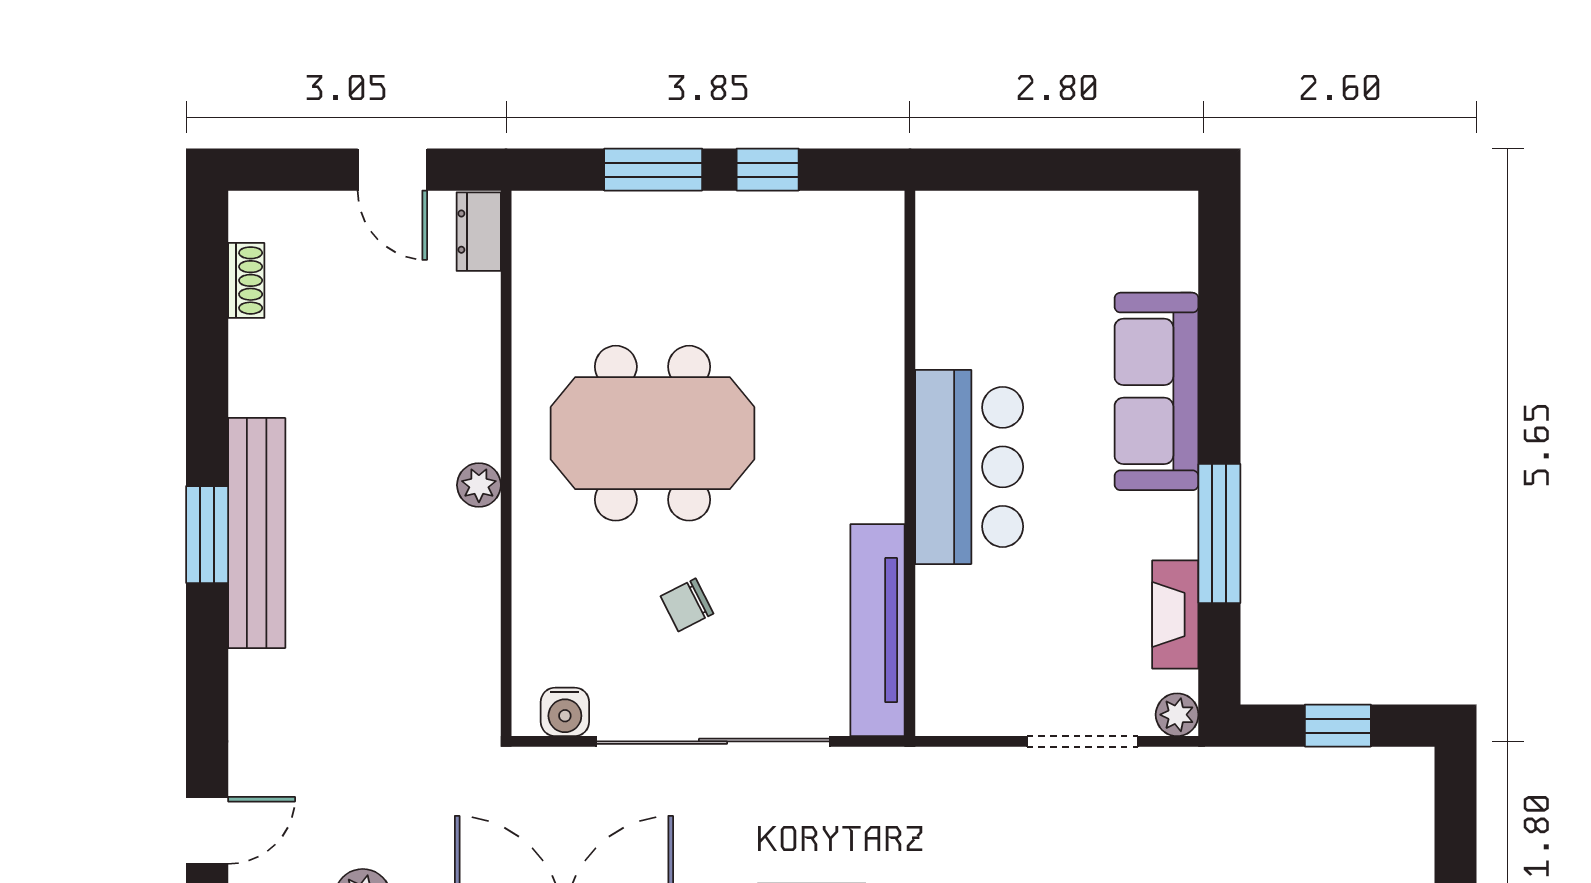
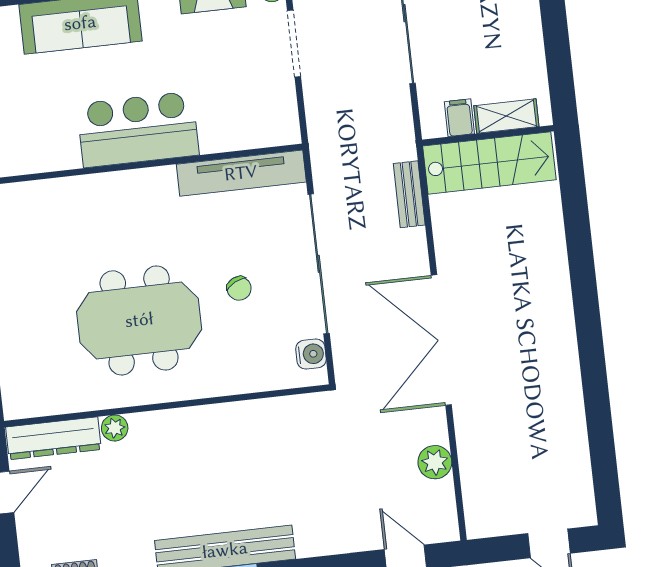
dresser: (479, 232) -> (53, 438), width x1.96, depth x1.24
meeting table: (652, 433) -> (139, 320), turned 90
plant: (479, 485) -> (115, 428), moved

